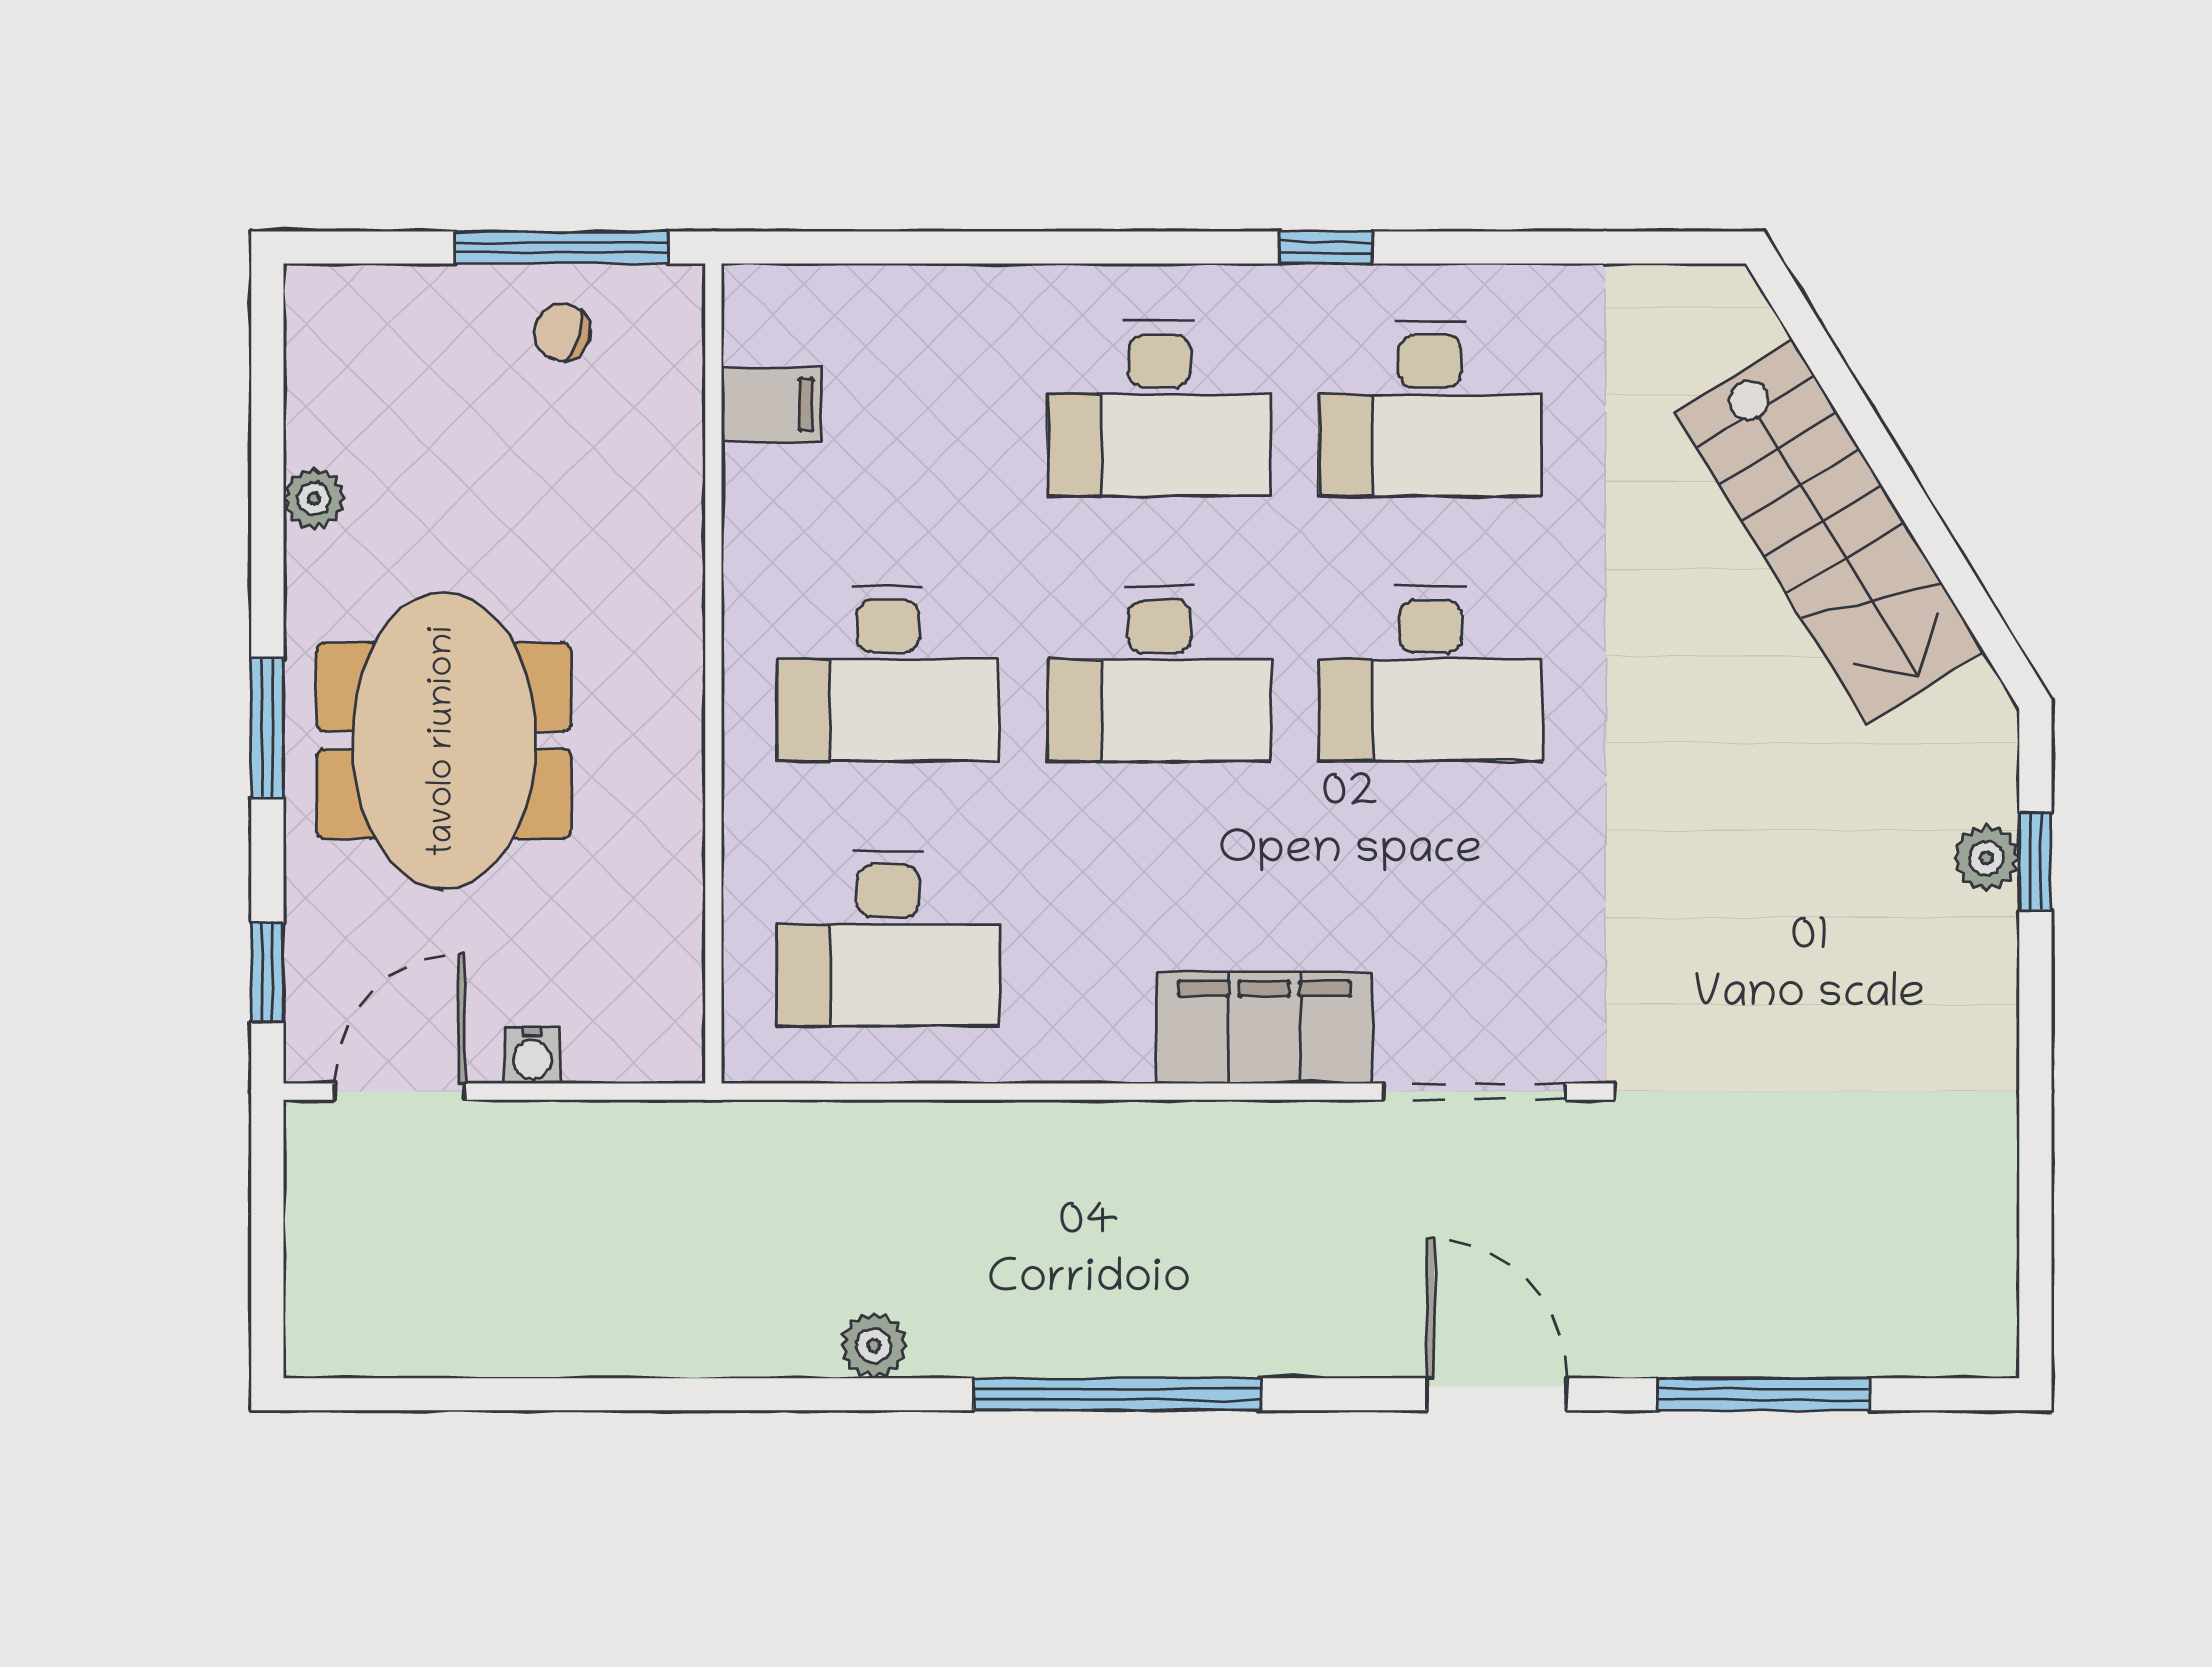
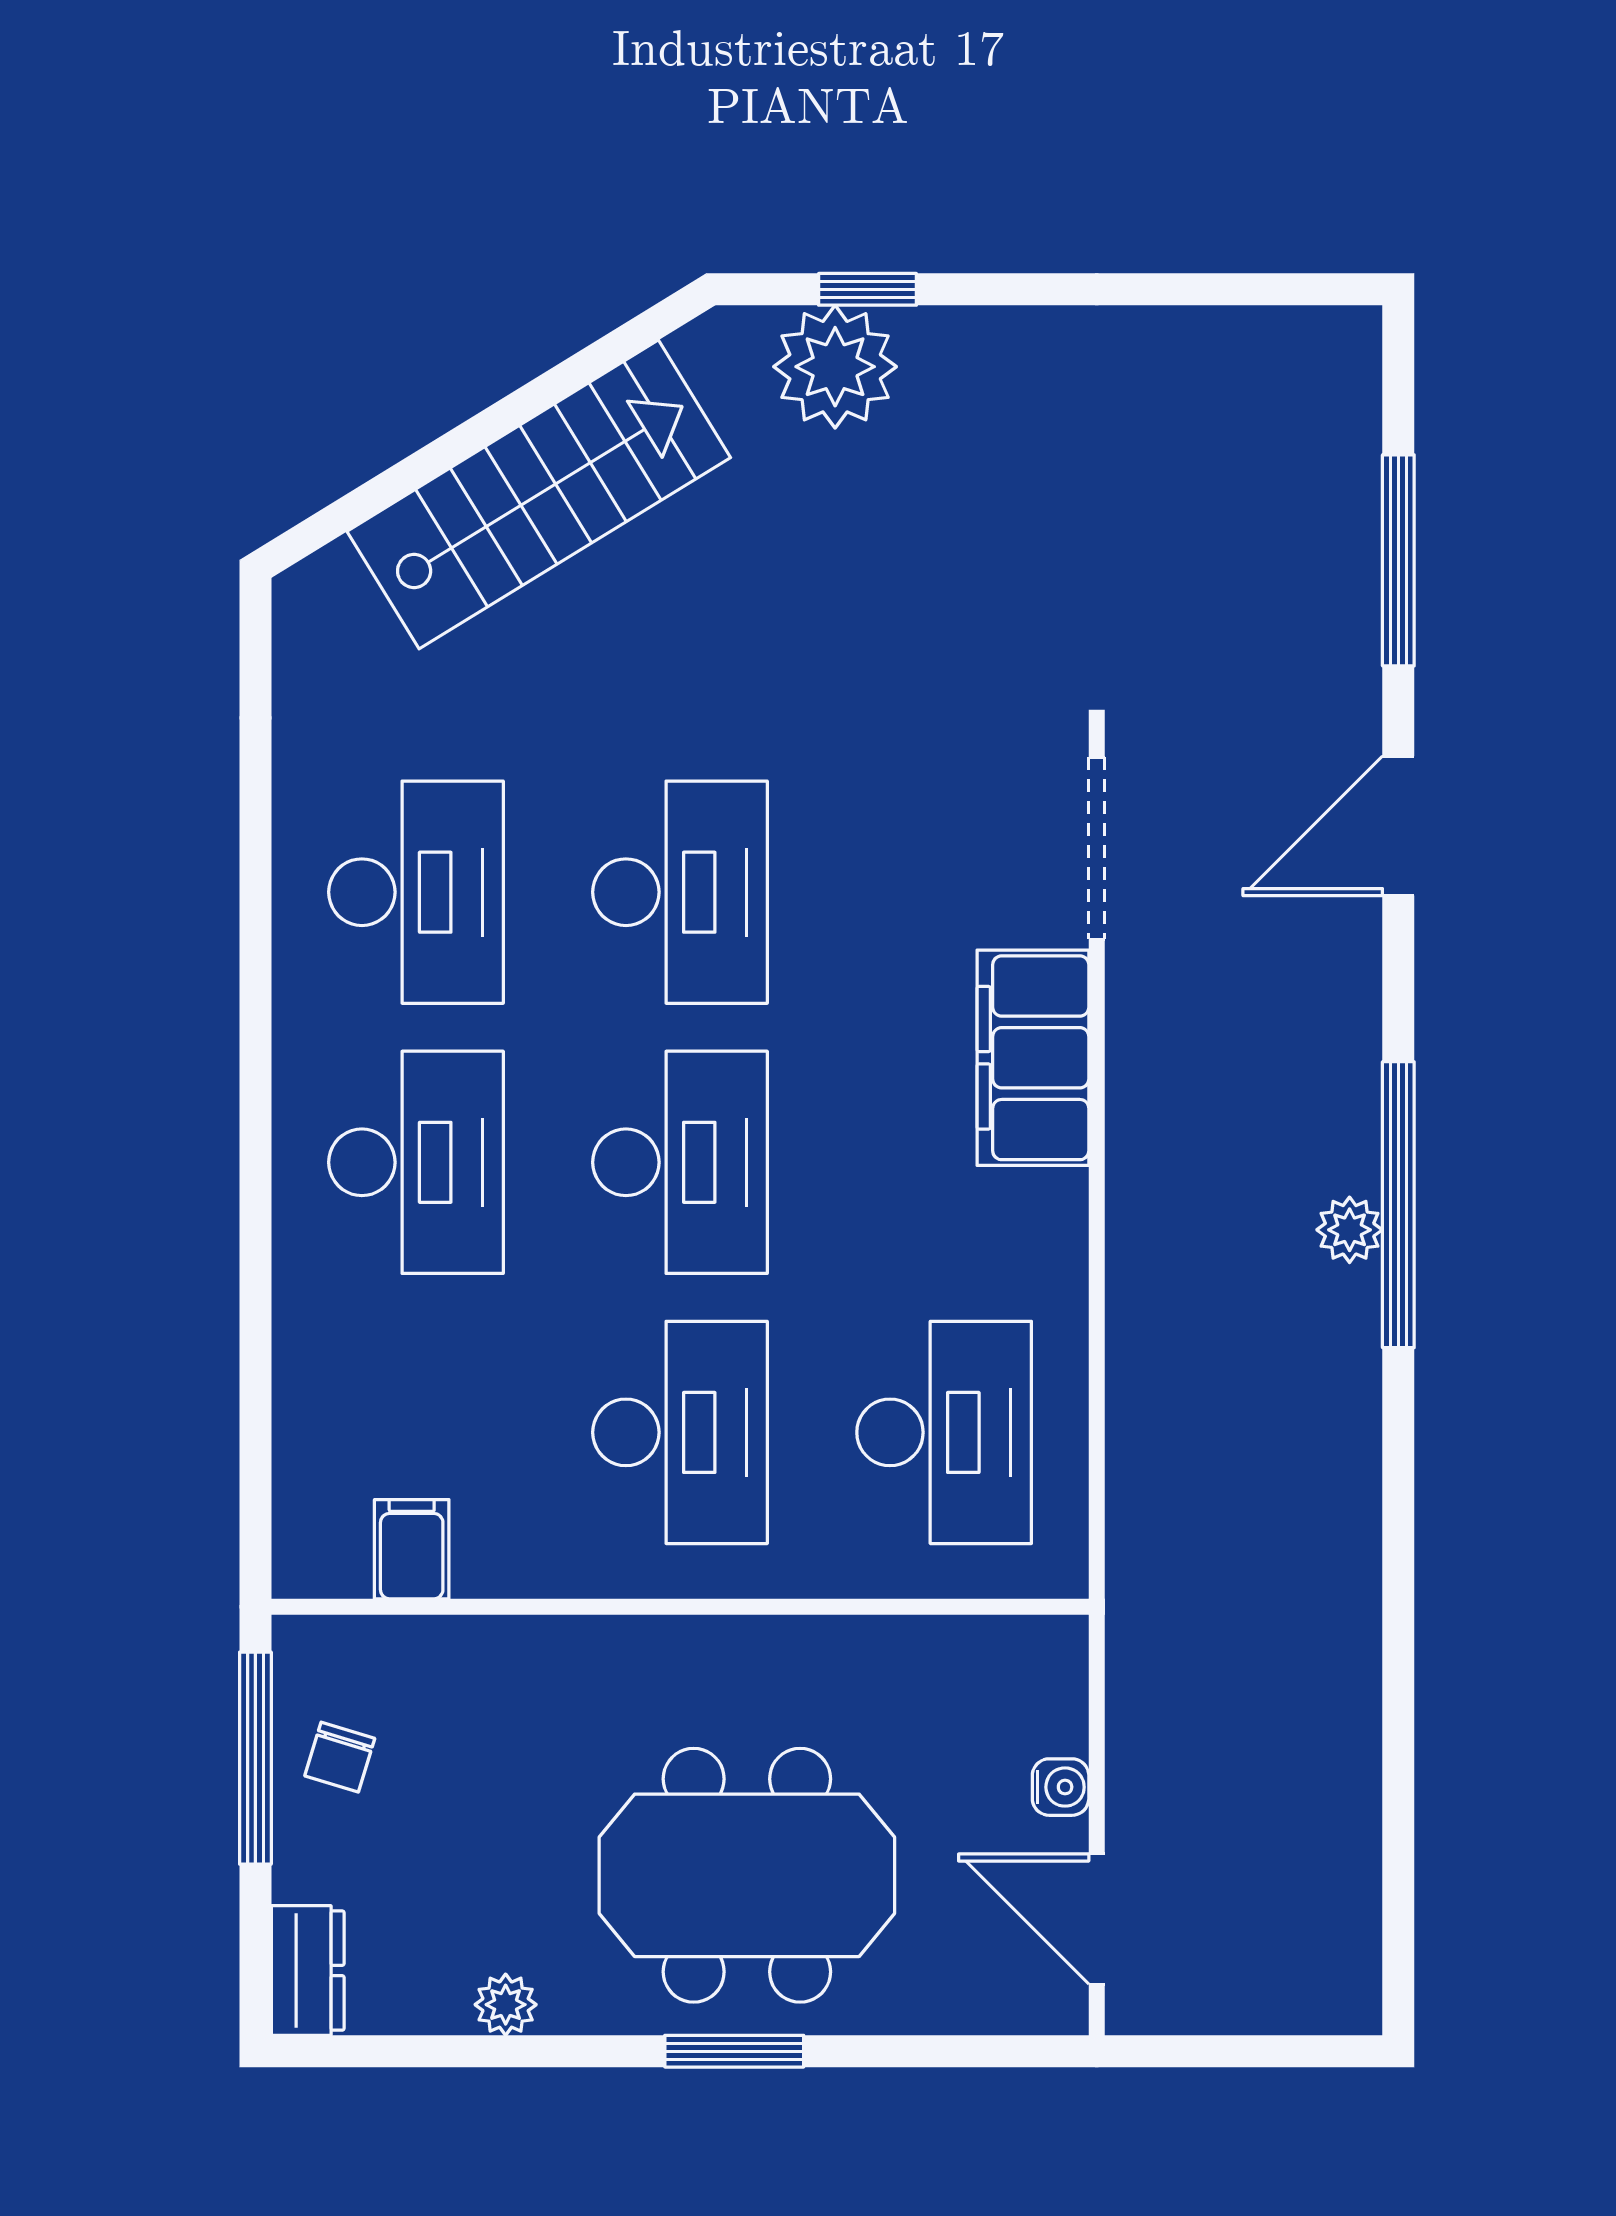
window: (1326, 247) -> (255, 996), removed
dresser: (348, 300) -> (308, 1971), added
plant: (1987, 858) -> (835, 367), width x1.87, depth x1.87
window: (267, 972) -> (978, 2051), removed
plant: (874, 1345) -> (1350, 1230), moved

